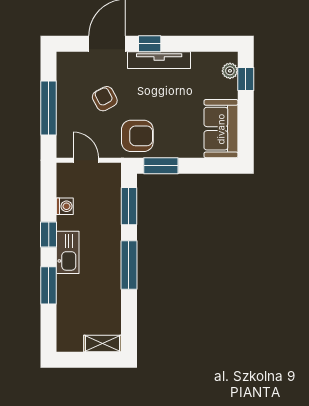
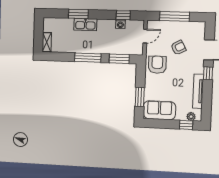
tv unit: (159, 60) -> (198, 91), moved
armchair: (137, 136) -> (157, 65), turned 180
window: (161, 166) -> (140, 97), moved
window: (49, 234) -> (123, 15), moved
kitchen sink: (68, 252) -> (85, 24), moved

